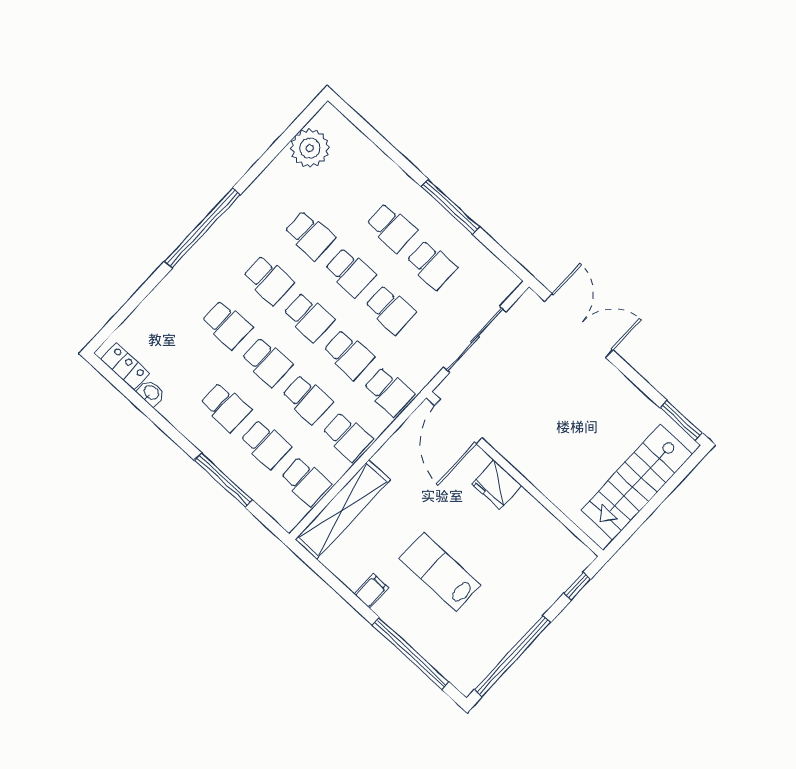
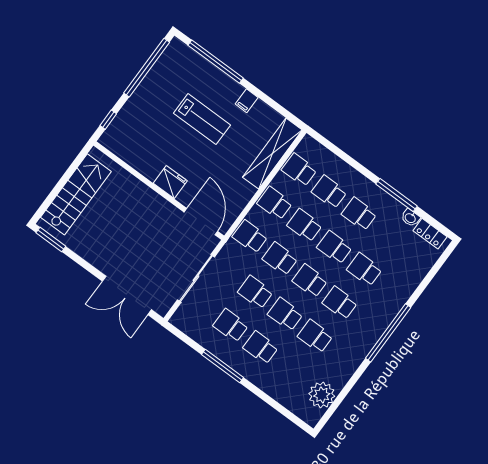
window: (223, 480) -> (397, 195), moved

